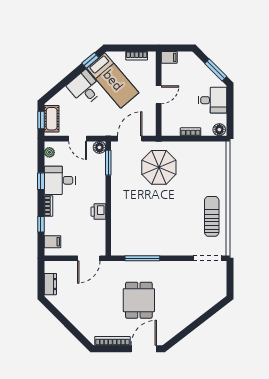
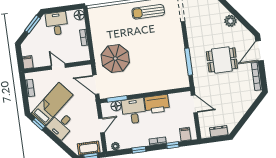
floor lamp: (99, 147) -> (116, 106), moved
desk: (60, 180) -> (134, 111), moved, turned 180
printer: (98, 212) -> (157, 104), width x1.87, depth x1.48
plant: (186, 318) -> (230, 21), added
door: (144, 349) -> (260, 51), hinge flipped

